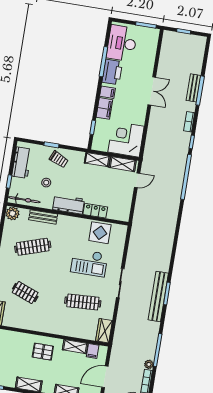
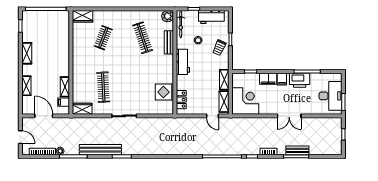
desk: (122, 43) -> (331, 96), moved, turned 90
locker: (95, 211) -> (181, 100), moved
checkout: (89, 263) -> (137, 87), removed
bench: (158, 297) -> (100, 150), moved
pallet: (43, 352) -> (56, 61), removed

